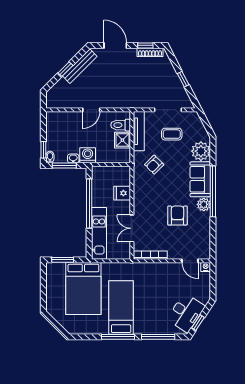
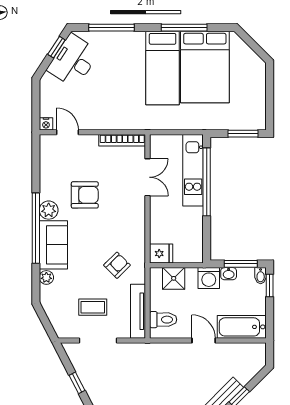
door: (91, 110) -> (204, 341), hinge flipped
bathtub: (64, 120) -> (242, 327), added
shower: (122, 140) -> (174, 278), moved
plant: (201, 151) -> (46, 277), width x0.53, depth x0.53
fridge: (122, 193) -> (161, 254), moved
window: (89, 203) -> (207, 182), moved
armchair: (177, 215) -> (85, 195), turned -90
bed: (83, 288) -> (205, 67), moved, turned 180
window: (118, 337) -> (184, 28), moved

